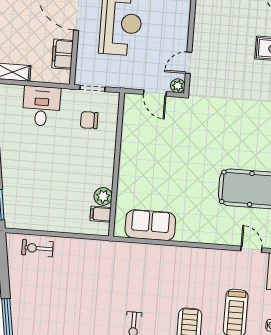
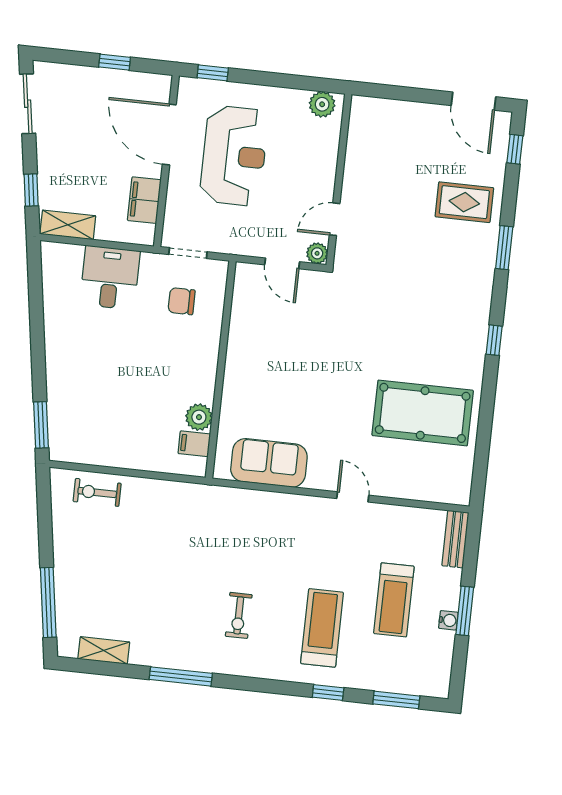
door: (251, 249) -> (353, 497), moved

